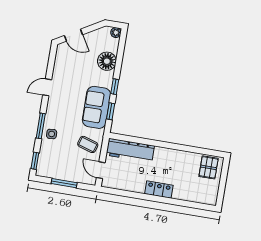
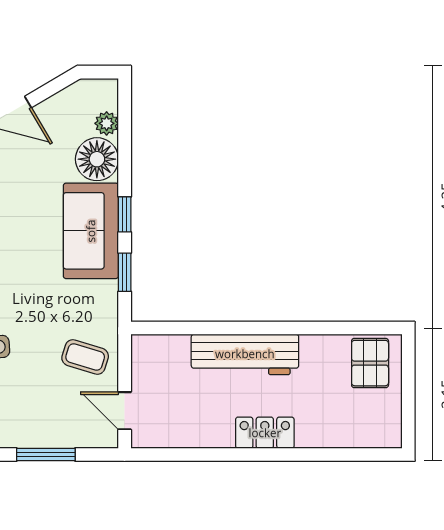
plant: (116, 33) -> (107, 123), moved
sofa: (96, 107) -> (91, 231), moved
workbench: (130, 150) -> (245, 354), moved

